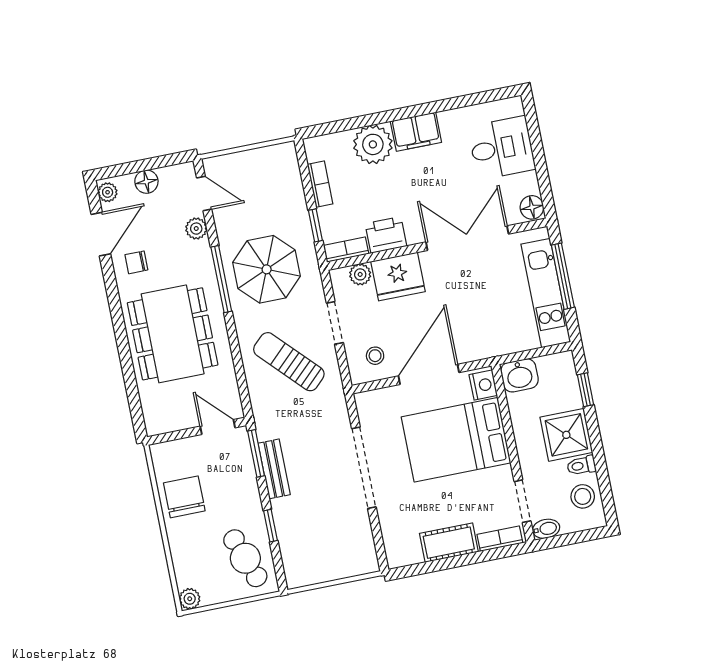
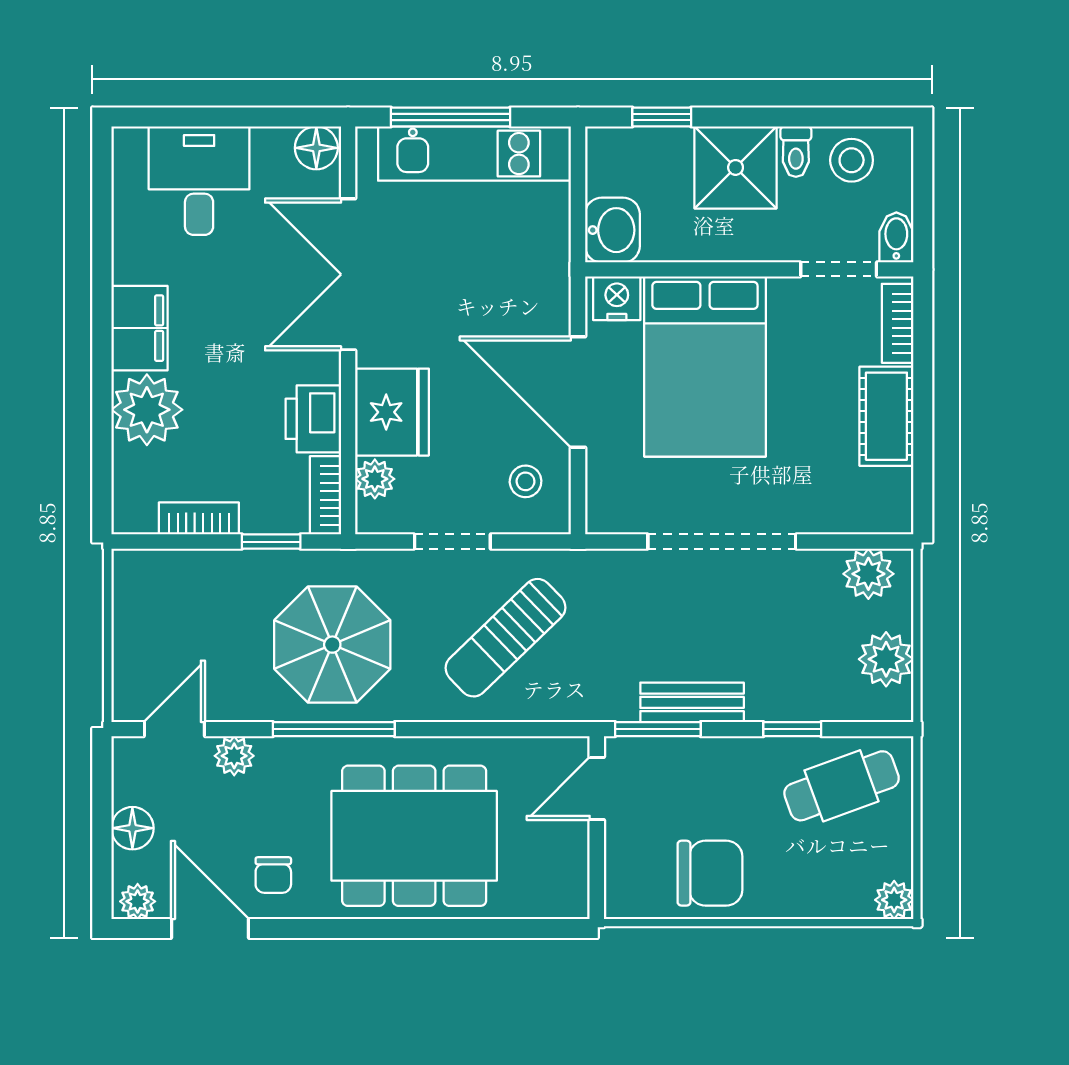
chair: (184, 497) -> (710, 873), turned 180
plant: (362, 550) -> (868, 574), added
plant: (318, 569) -> (886, 659), added

